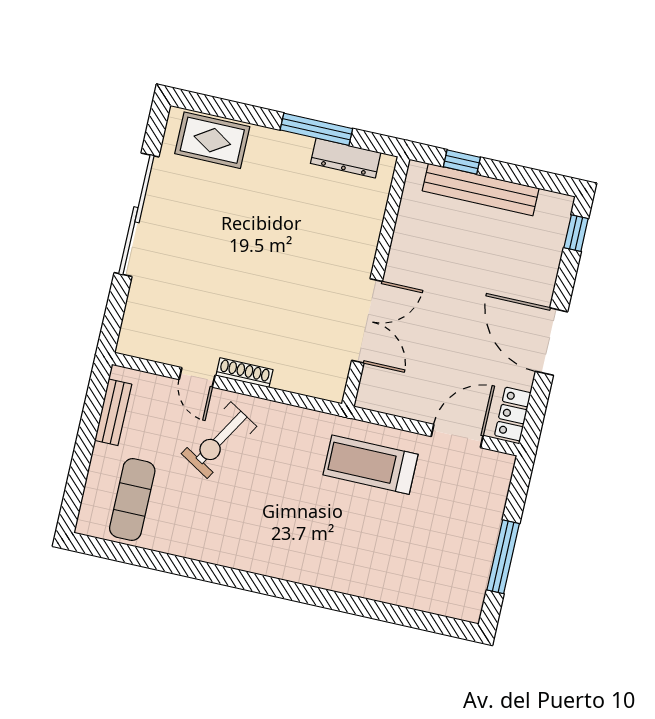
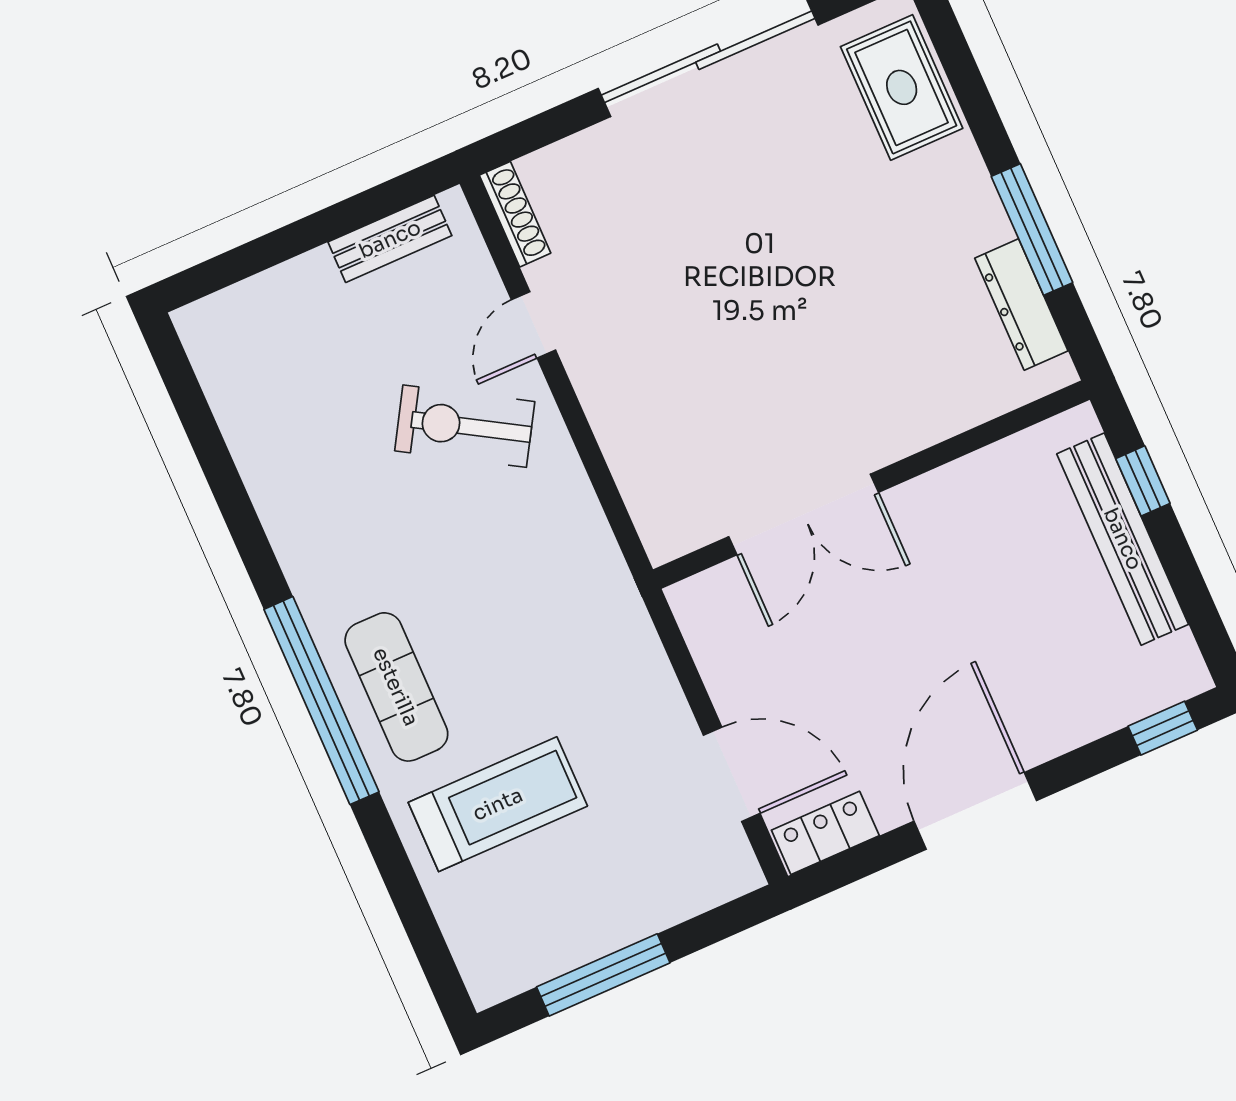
shoe rack: (244, 373) -> (515, 214), moved
treadmill: (371, 465) -> (498, 804), moved, turned 90
exercise mat: (132, 500) -> (396, 687), moved, turned 90
window: (292, 591) -> (321, 701), added

